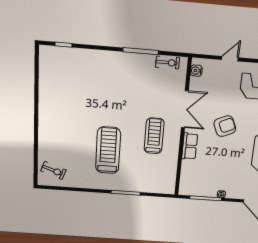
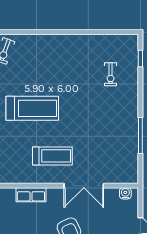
exercise bike: (168, 63) -> (111, 74), moved
row of seats: (190, 146) -> (31, 195), moved

